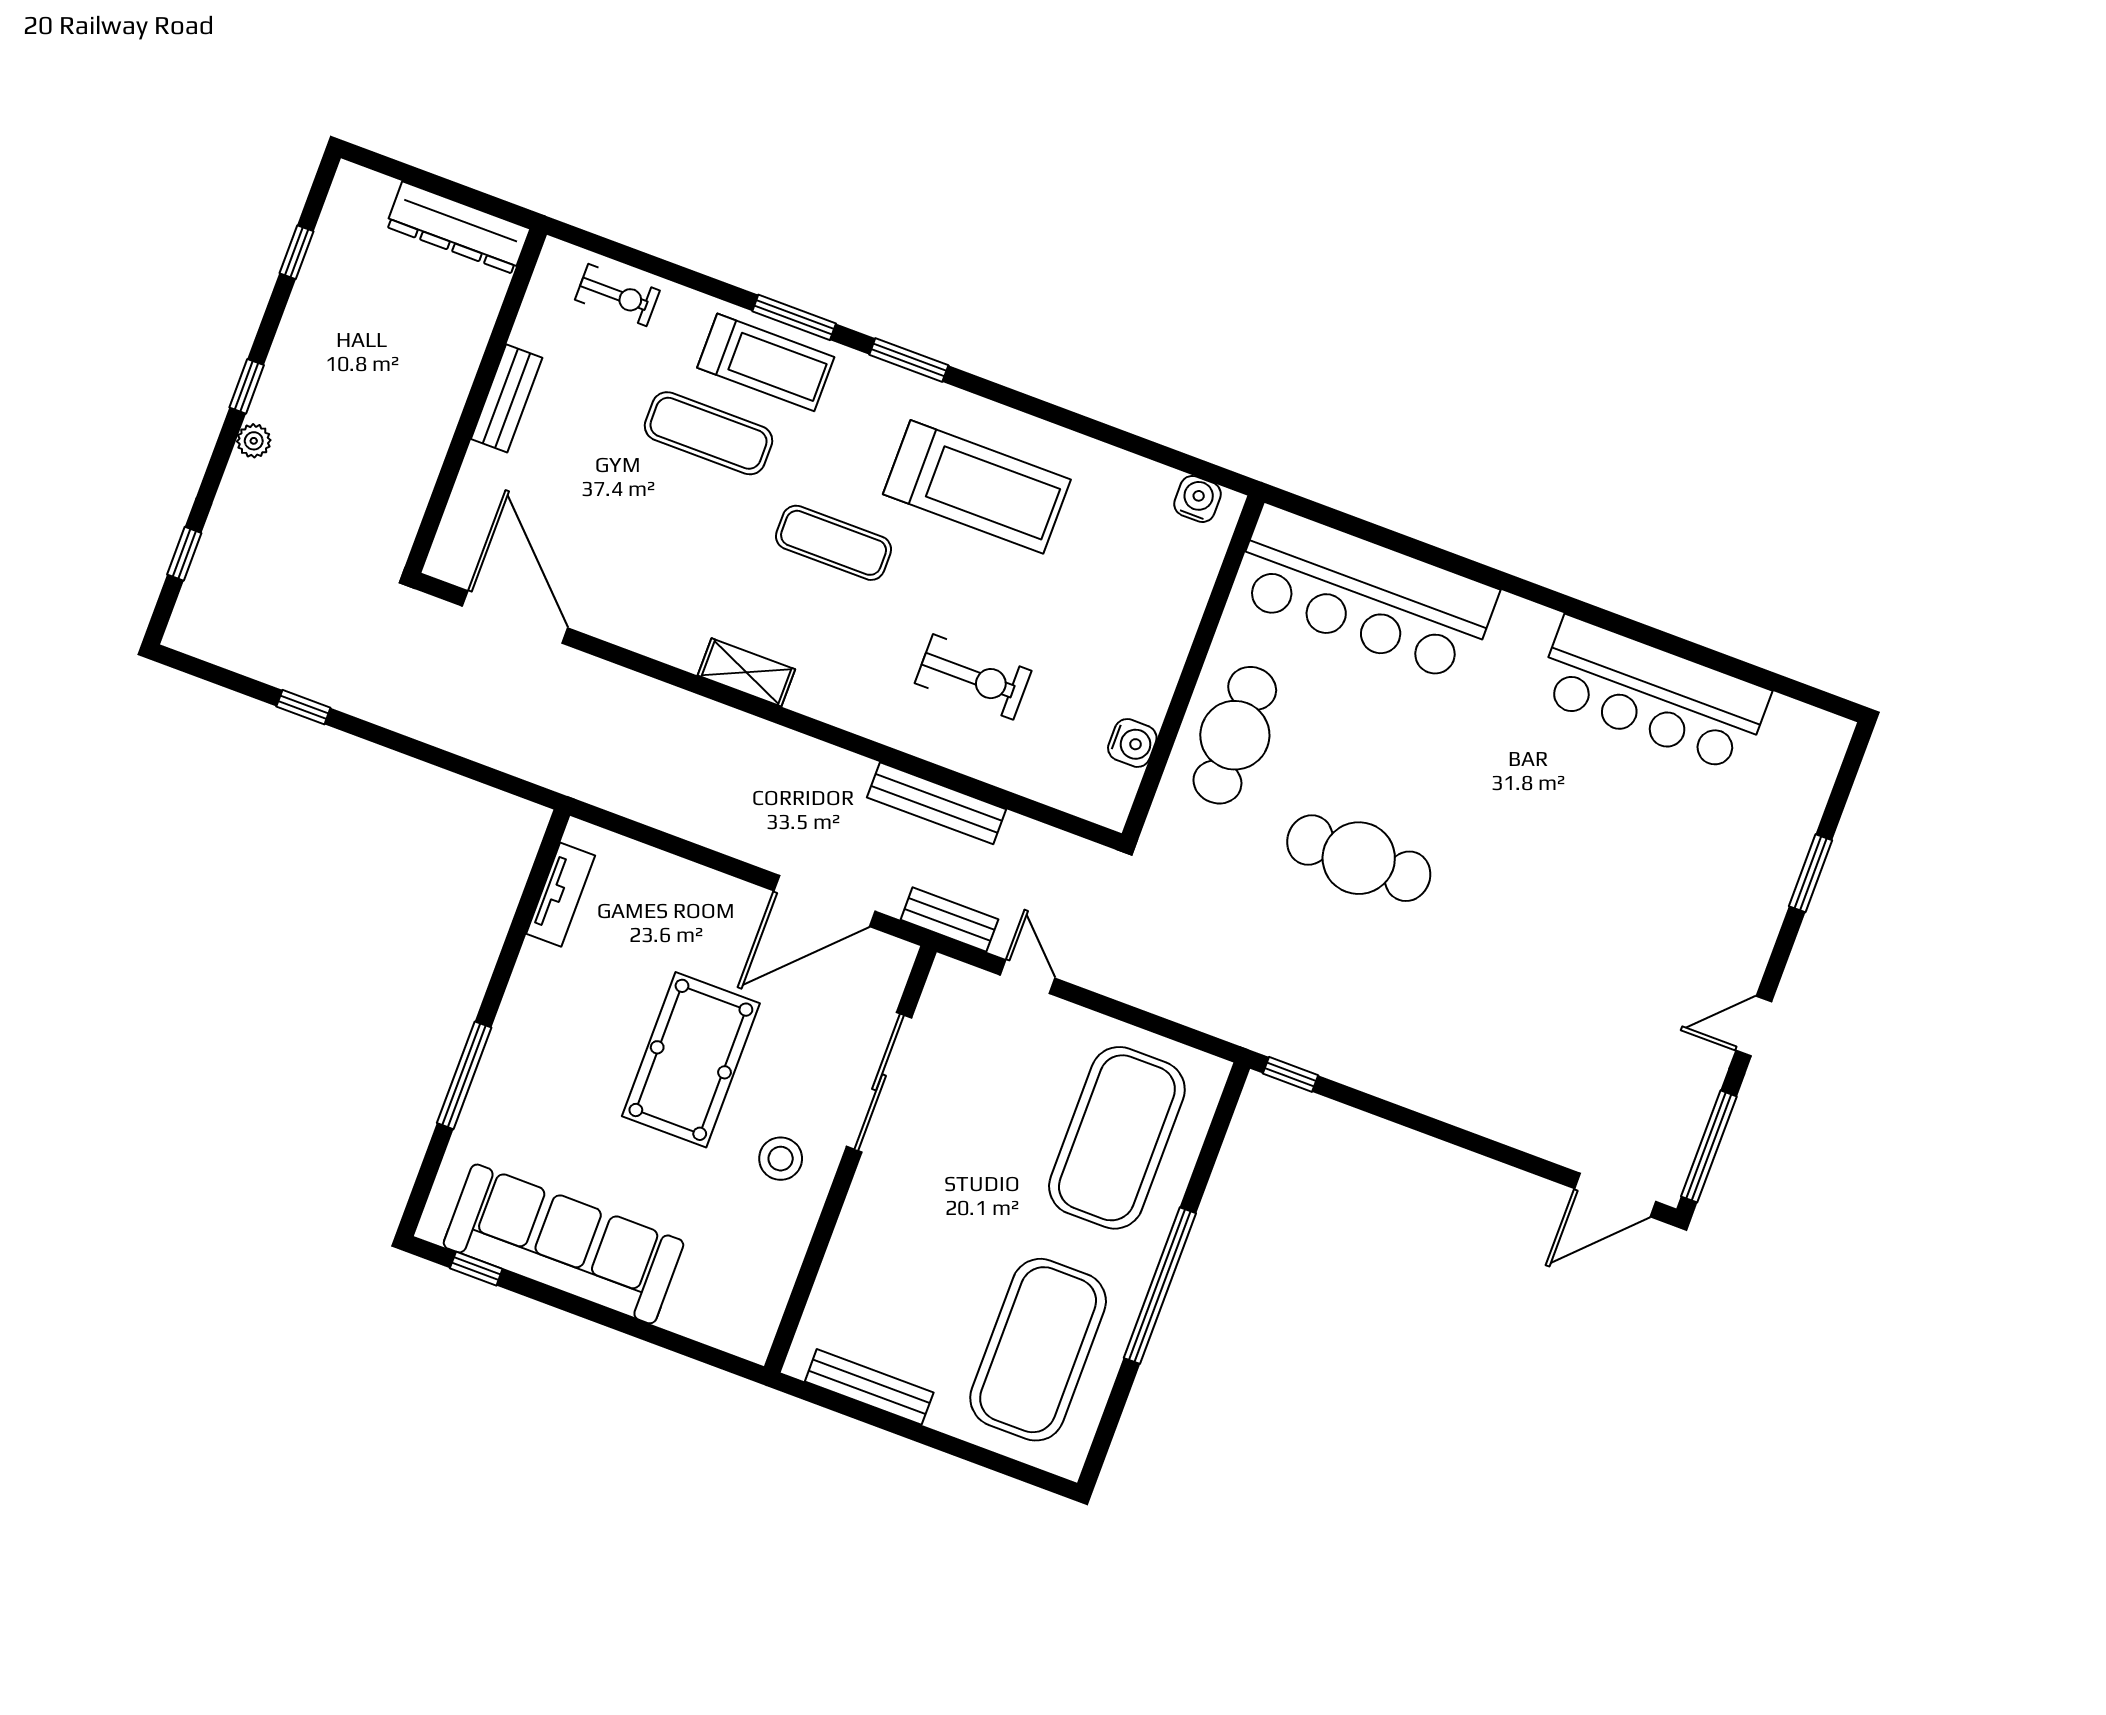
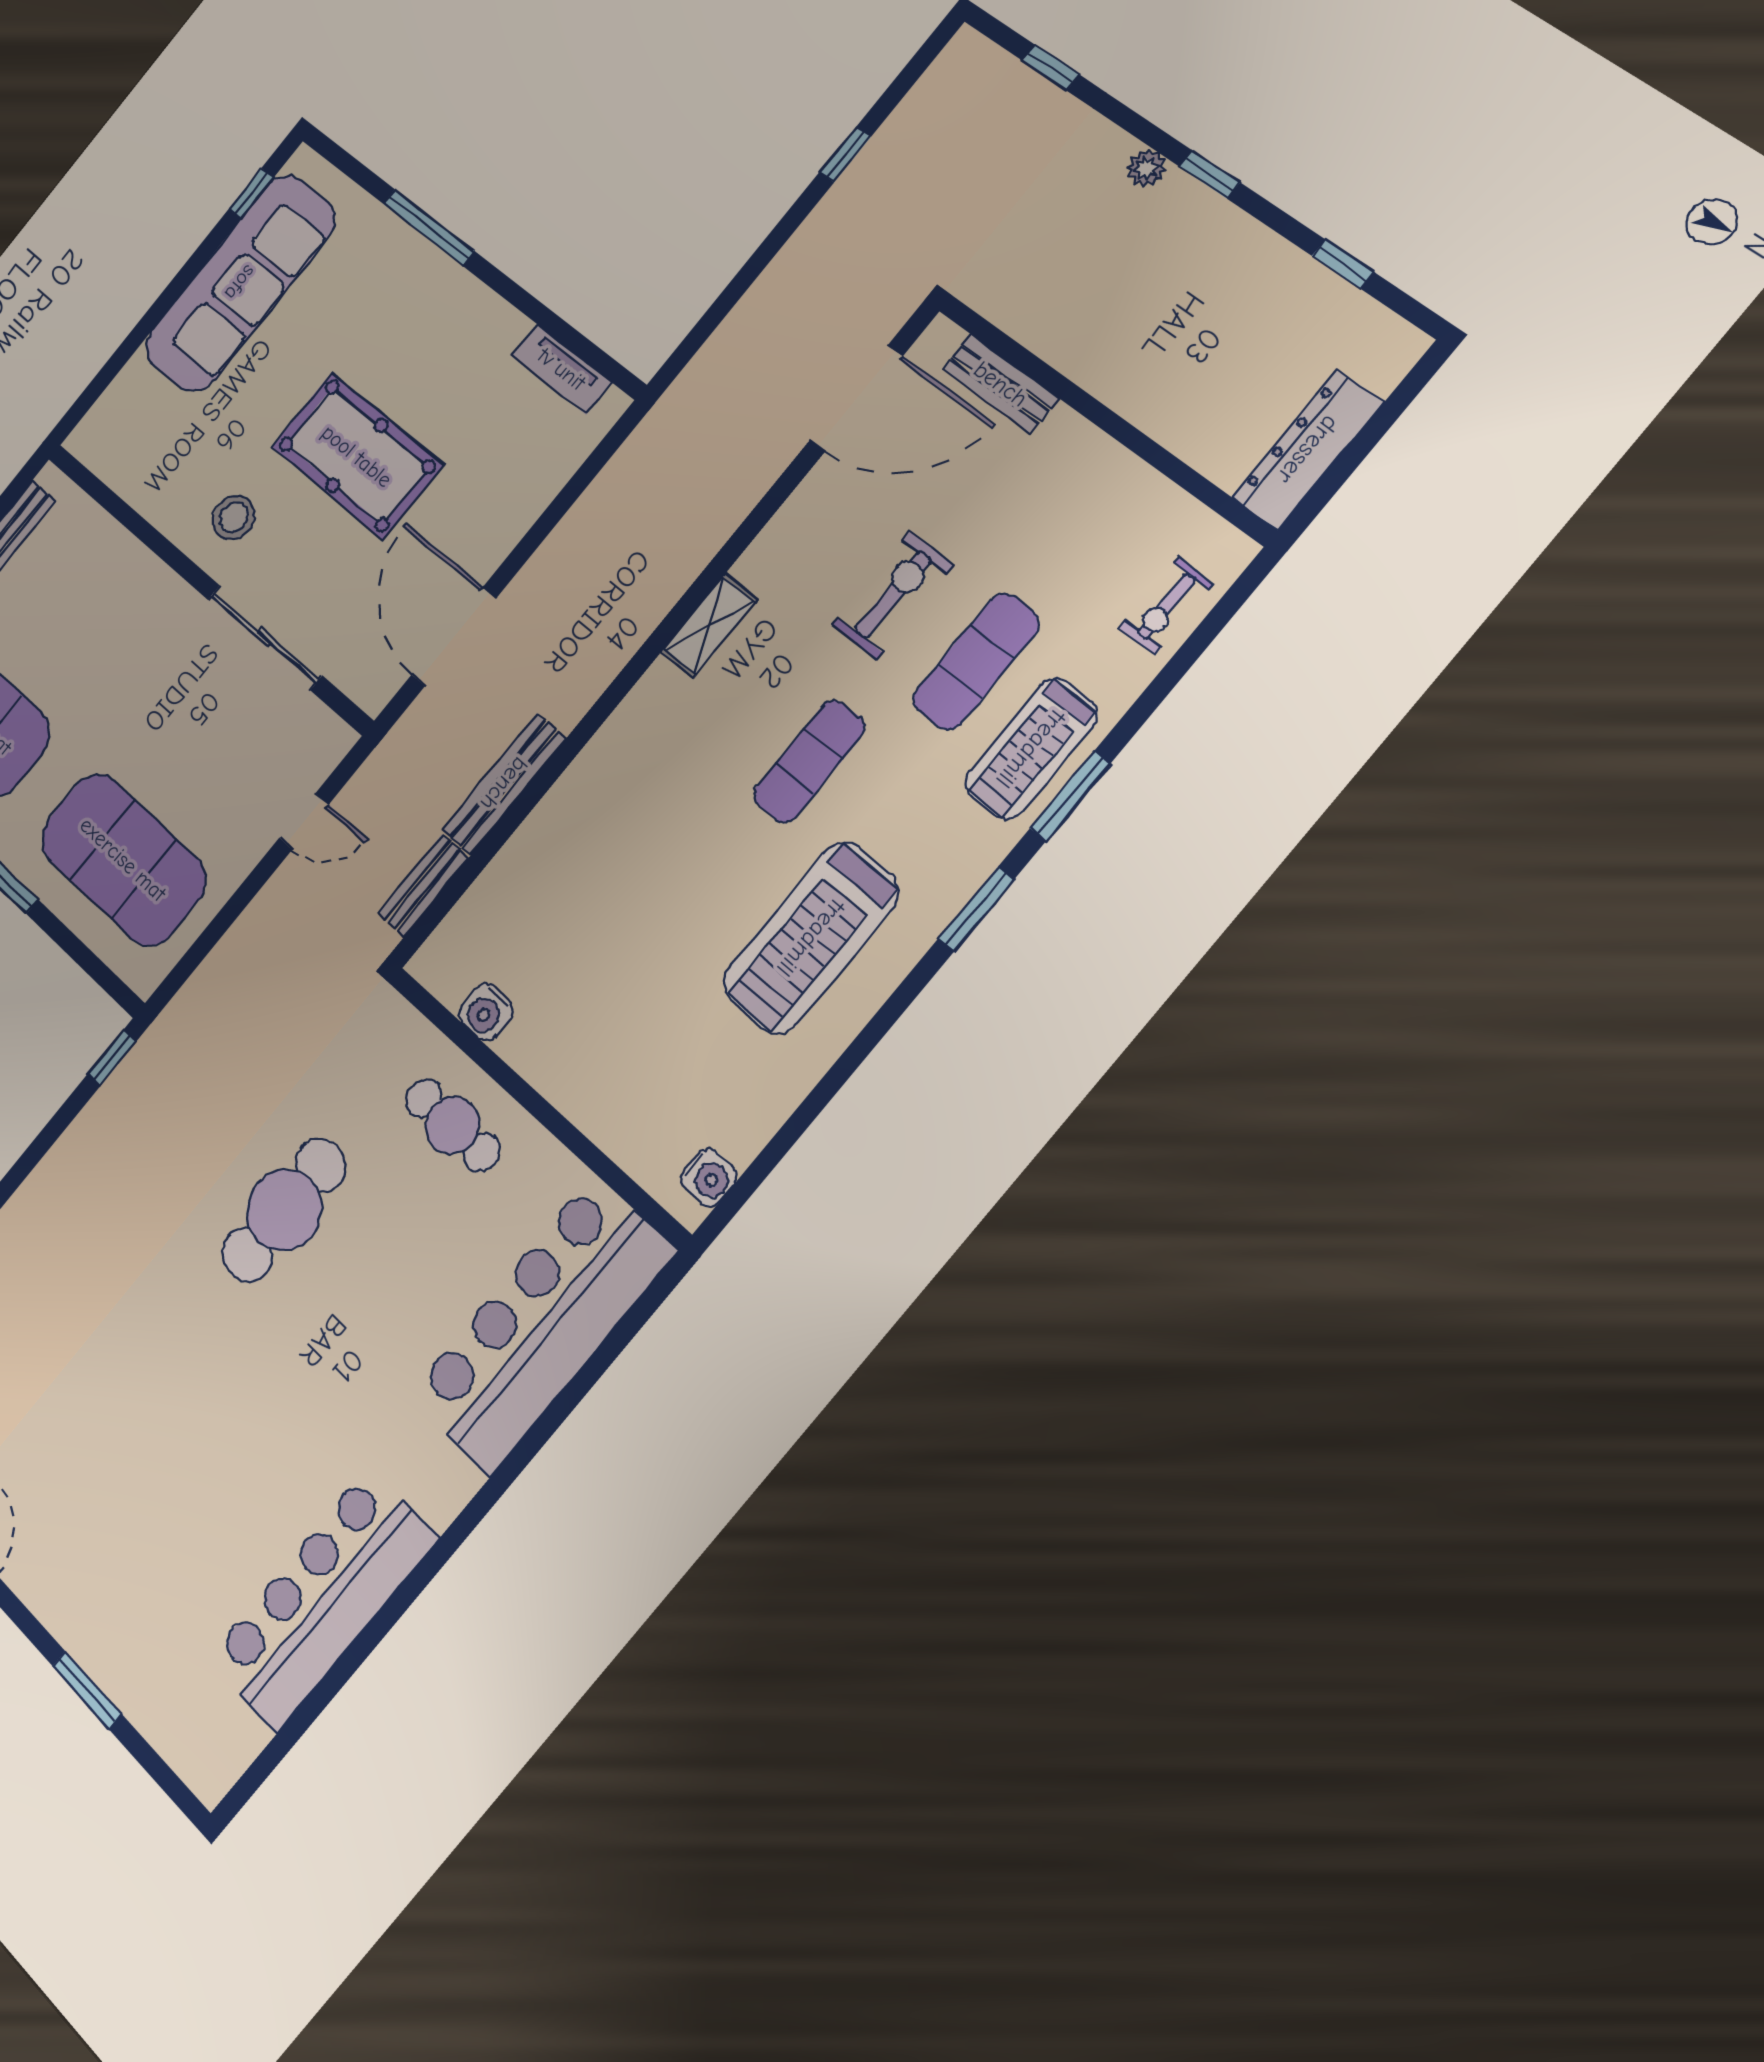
bench: (507, 398) -> (1001, 384), moved
exercise bike: (973, 677) -> (893, 595), moved, turned 180
cafe table: (1235, 735) -> (453, 1125), width x0.73, depth x0.74
bench: (949, 919) -> (423, 886), moved

